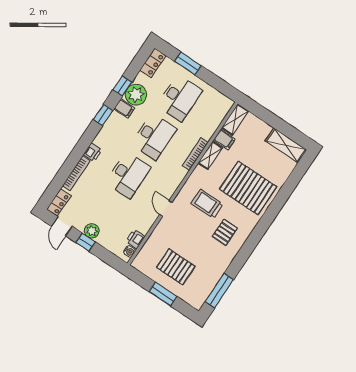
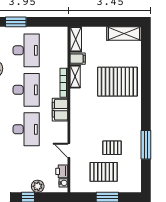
filing cabinet: (174, 178) -> (60, 110), added
trolley: (207, 204) -> (96, 112), removed
door: (166, 208) -> (69, 150), moved
plant: (92, 231) -> (38, 186), moved
pallet: (225, 232) -> (112, 148), moved, turned 90
window: (219, 291) -> (146, 145), moved

